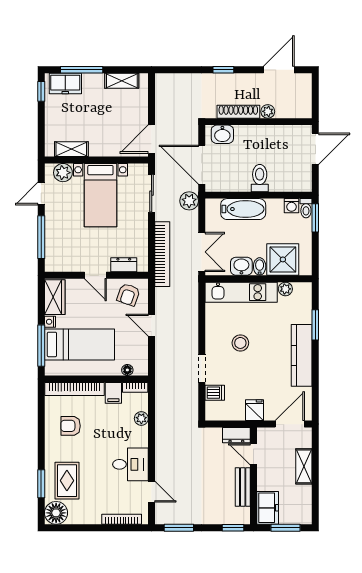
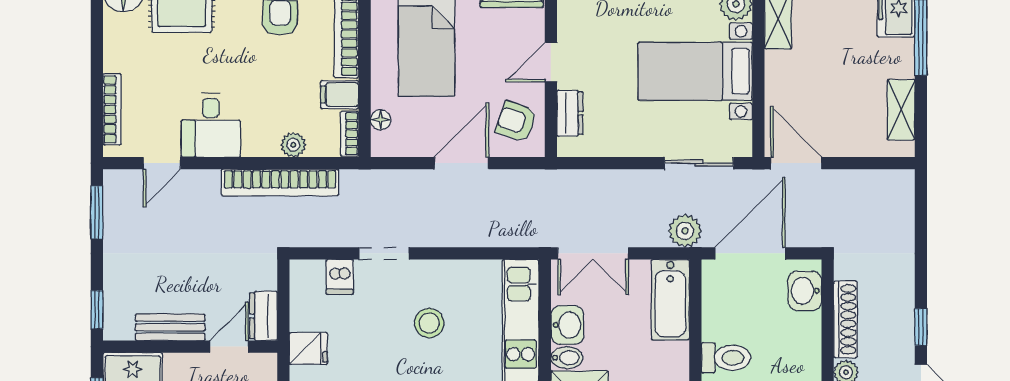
window: (223, 70) -> (921, 327), moved
bathtub: (243, 209) -> (670, 300), moved
bookcase: (162, 254) -> (280, 183), moved
door: (152, 325) -> (462, 163), width x1.38

